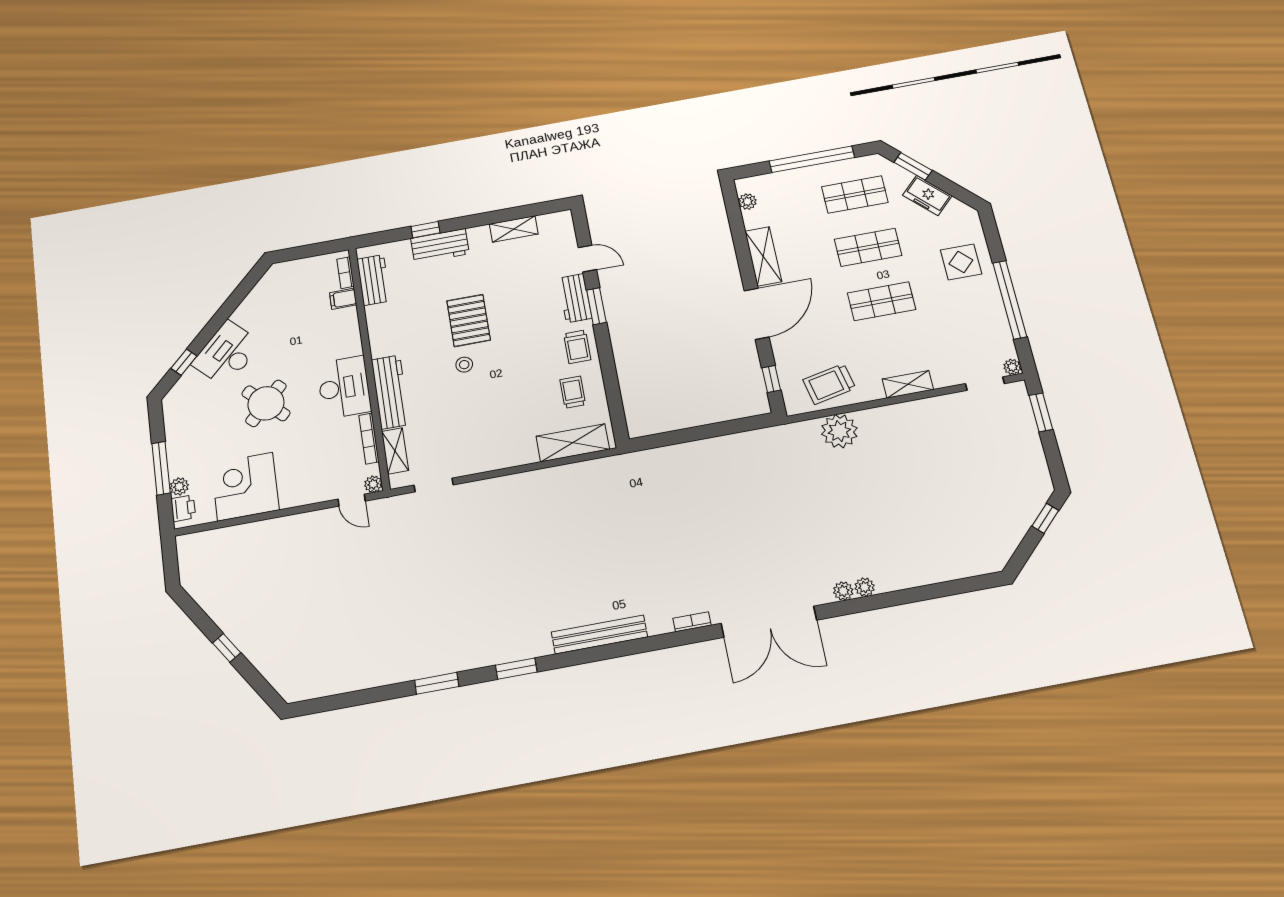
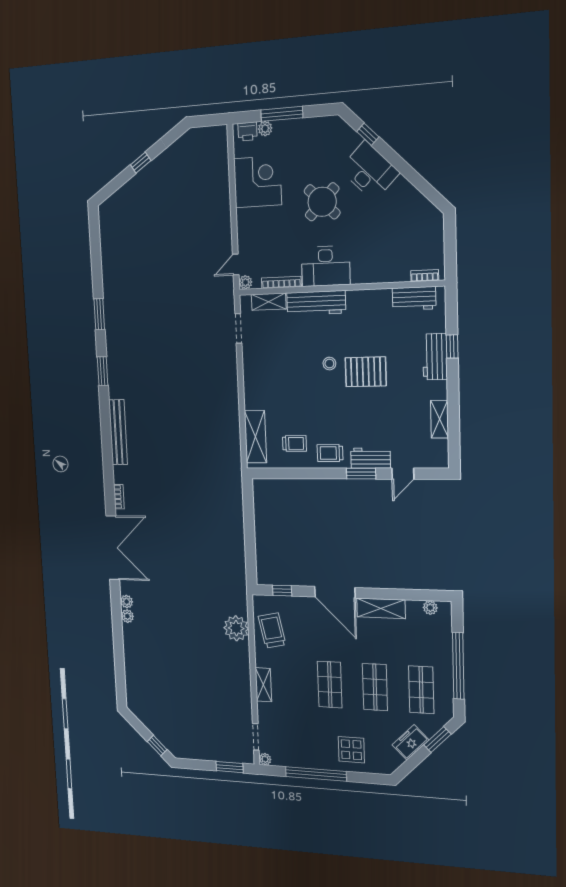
filing cabinet: (343, 299) -> (402, 272), removed
double door: (769, 622) -> (113, 548), swing flipped

